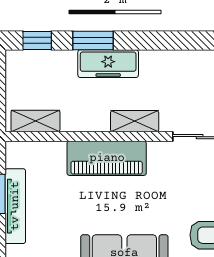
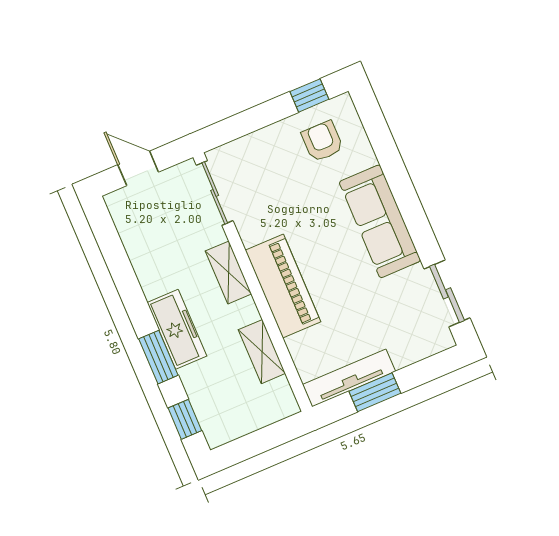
shelving: (35, 121) -> (262, 352), moved
tv unit: (15, 206) -> (349, 378), moved

